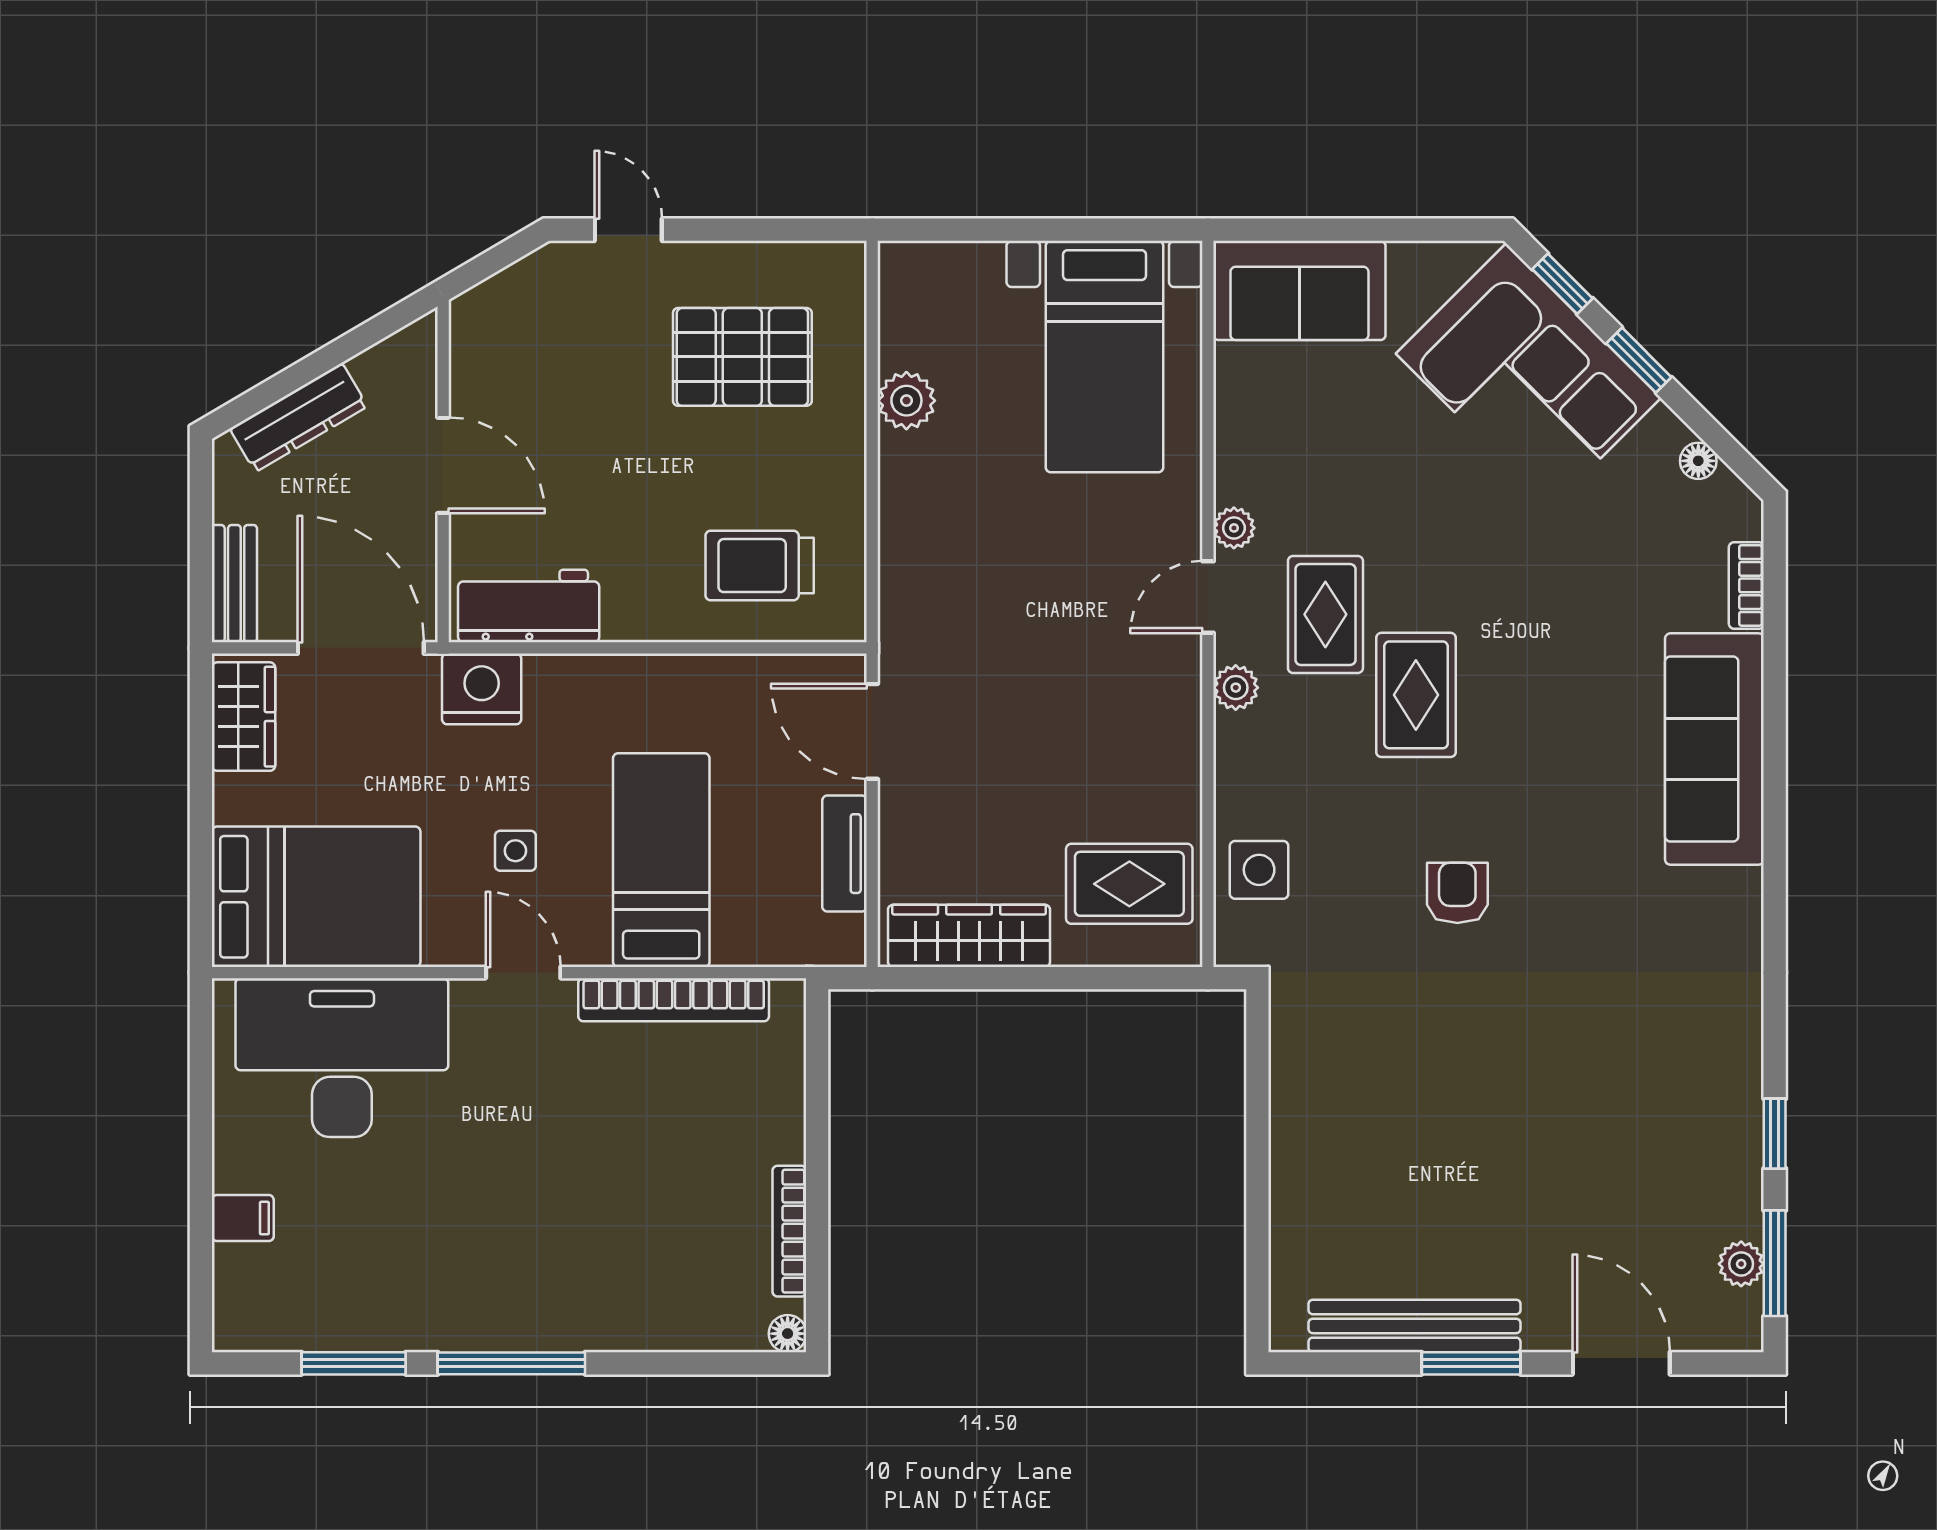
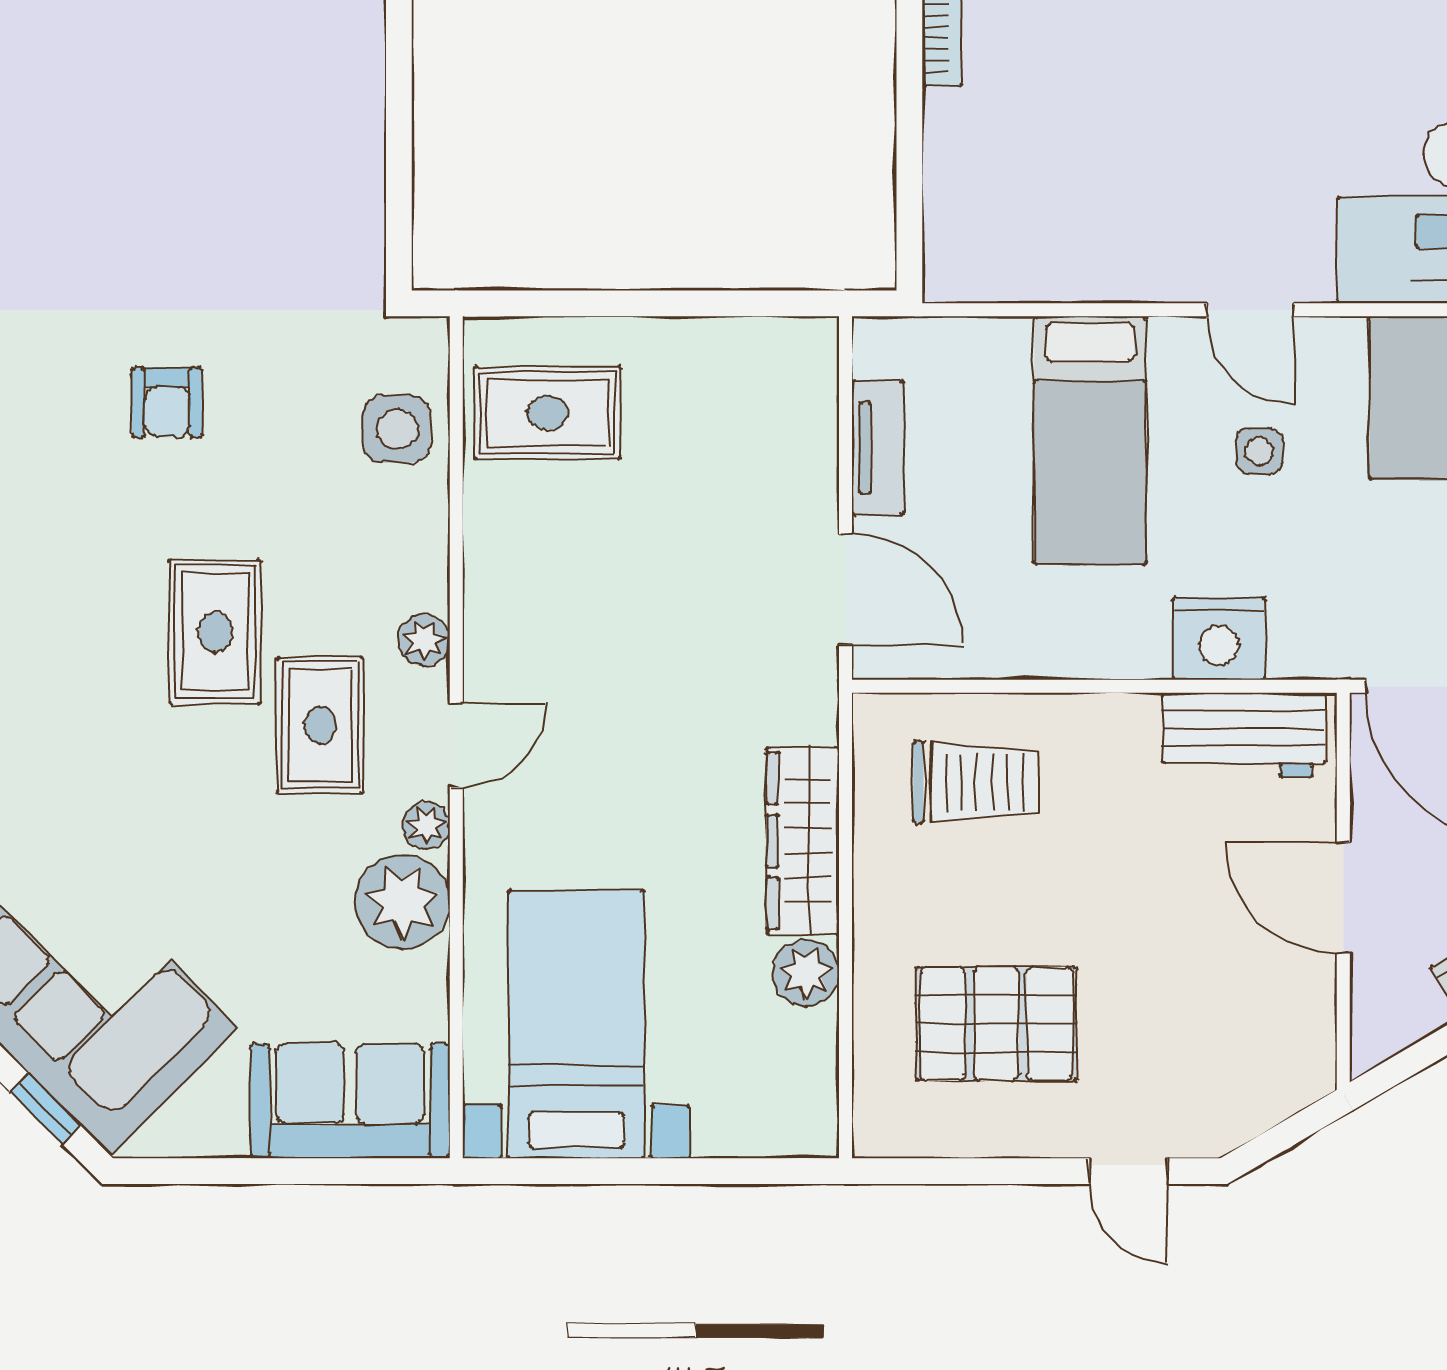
plant: (1254, 462) -> (402, 902), added
nightstand: (482, 689) -> (1219, 639), moved
wardrobe: (969, 936) -> (803, 841), moved, turned 90
bookcase: (674, 1000) -> (1076, 278), removed

